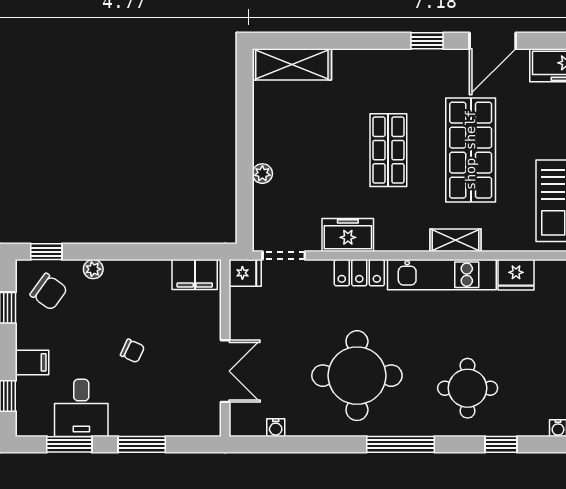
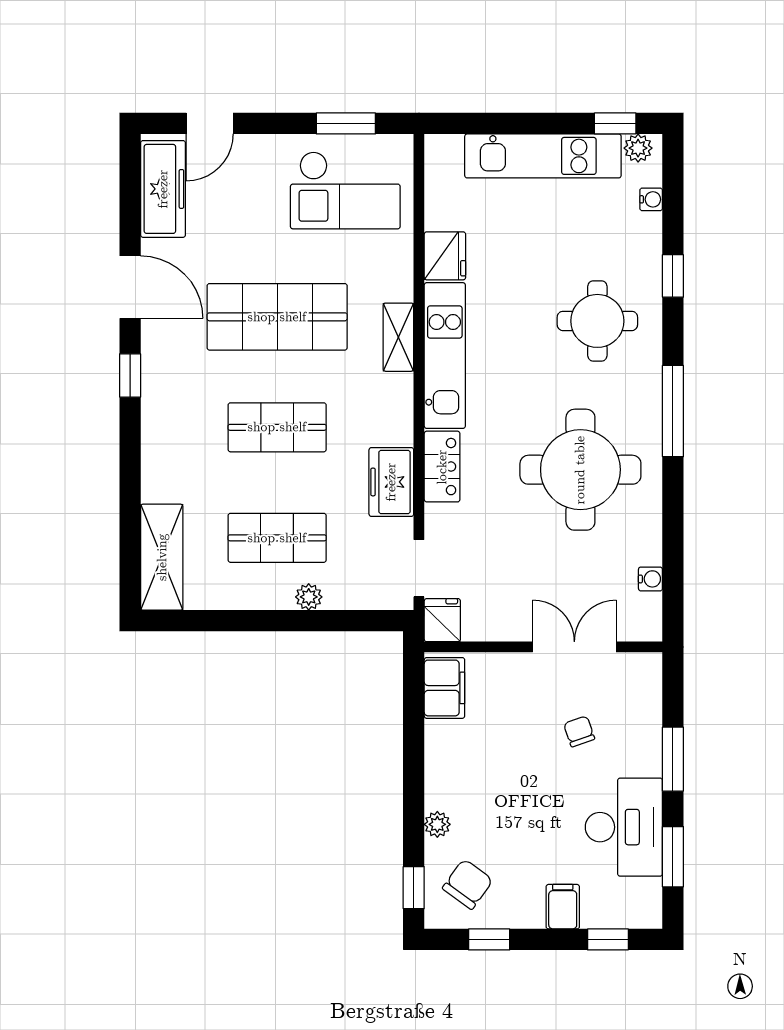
shop shelf: (306, 150) -> (277, 538), added
chair: (132, 351) -> (579, 731), moved, turned -44
desk: (81, 408) -> (624, 827), width x1.37

